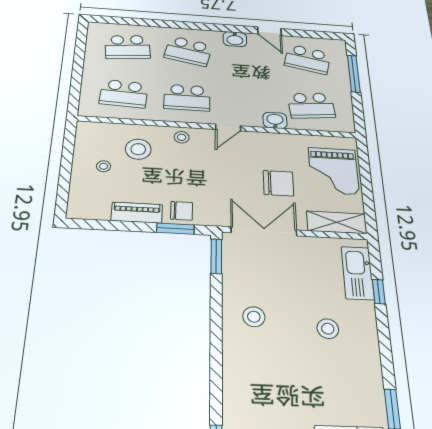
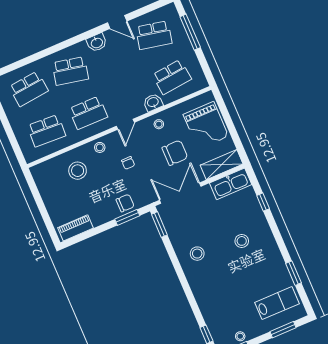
stool: (104, 166) -> (159, 124), moved
chair: (210, 168) -> (128, 163), added
piano: (137, 213) -> (76, 228), moved
kitchen sink: (358, 273) -> (231, 184), moved, turned -90

